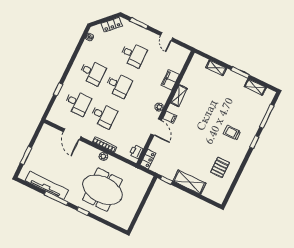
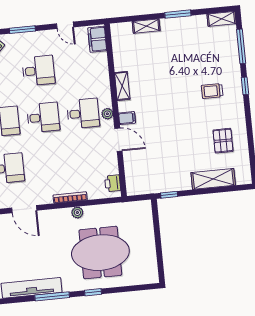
filing cabinet: (170, 80) -> (97, 39), moved
shelving: (255, 87) -> (222, 19), moved
desk: (104, 116) -> (83, 113), moved
locker: (148, 159) -> (132, 183), removed
shelving: (189, 182) -> (213, 179), moved

